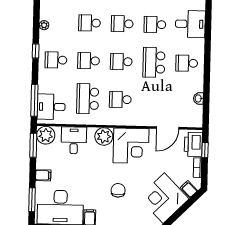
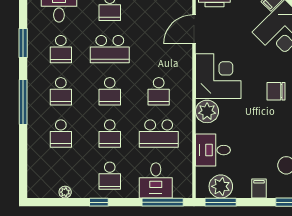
desk: (51, 107) -> (156, 180), moved
door: (168, 128) -> (194, 29), swing flipped
plant: (46, 135) -> (221, 186), moved

